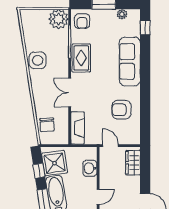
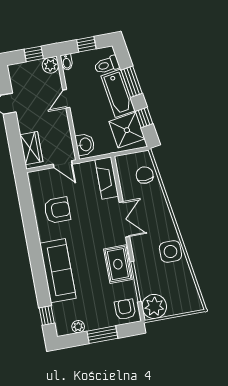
washbasin: (90, 168) -> (85, 144), moved

